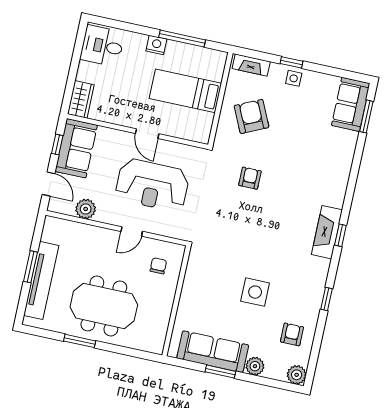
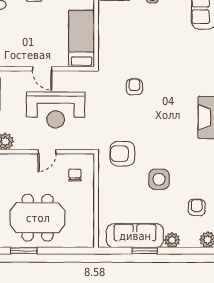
bed: (185, 91) -> (82, 39), moved, turned 90
armchair: (252, 116) -> (122, 154), moved, turned -65

